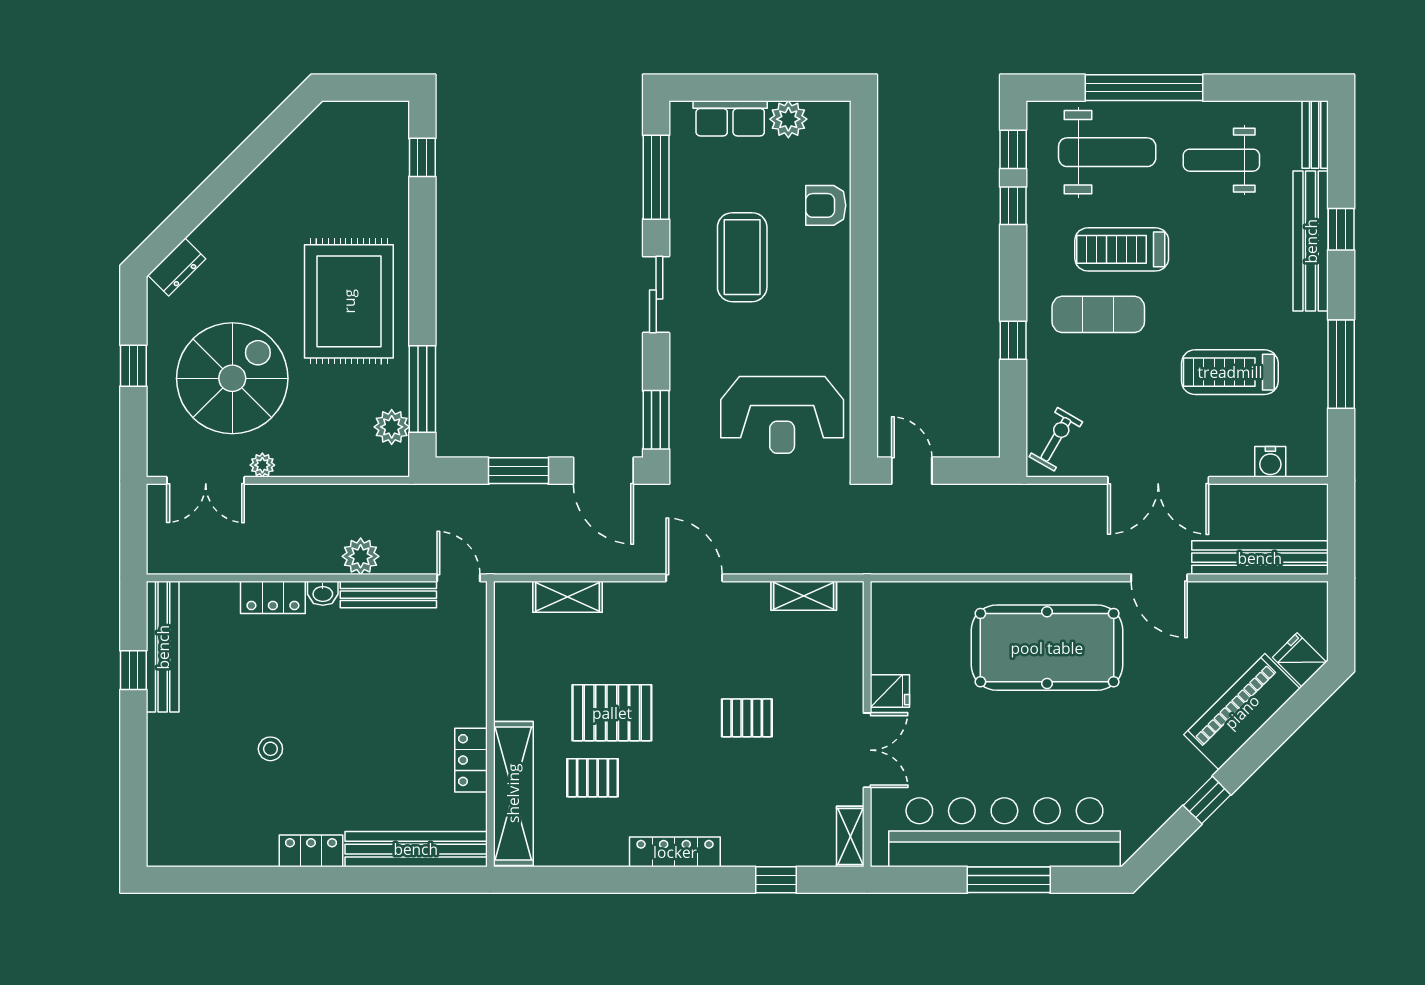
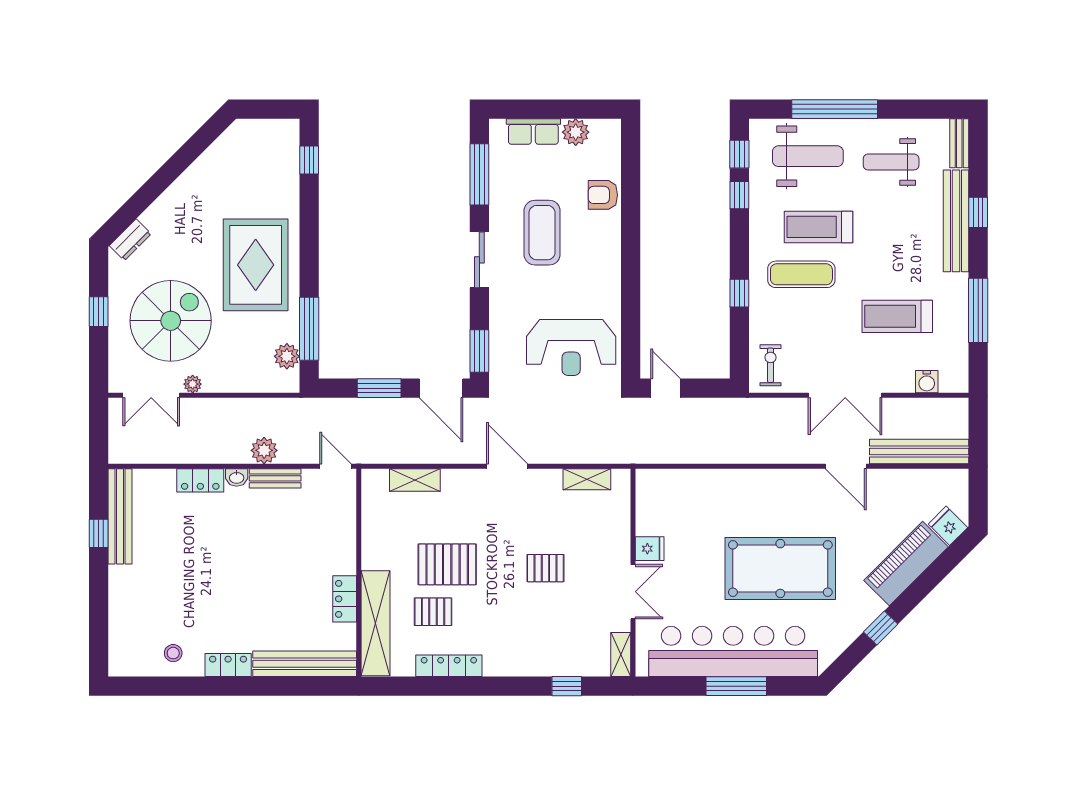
exercise bike: (1056, 439) -> (771, 365), turned -30
bench: (388, 595) -> (275, 478), width x0.73
pool table: (1047, 648) -> (780, 569), moved
stool: (270, 749) -> (173, 653), moved
locker: (675, 852) -> (449, 666), moved

